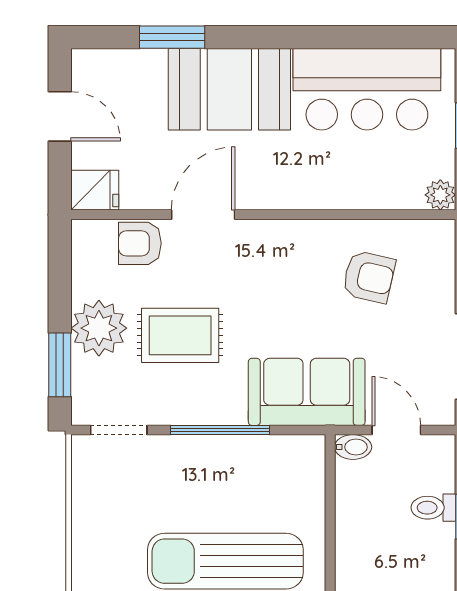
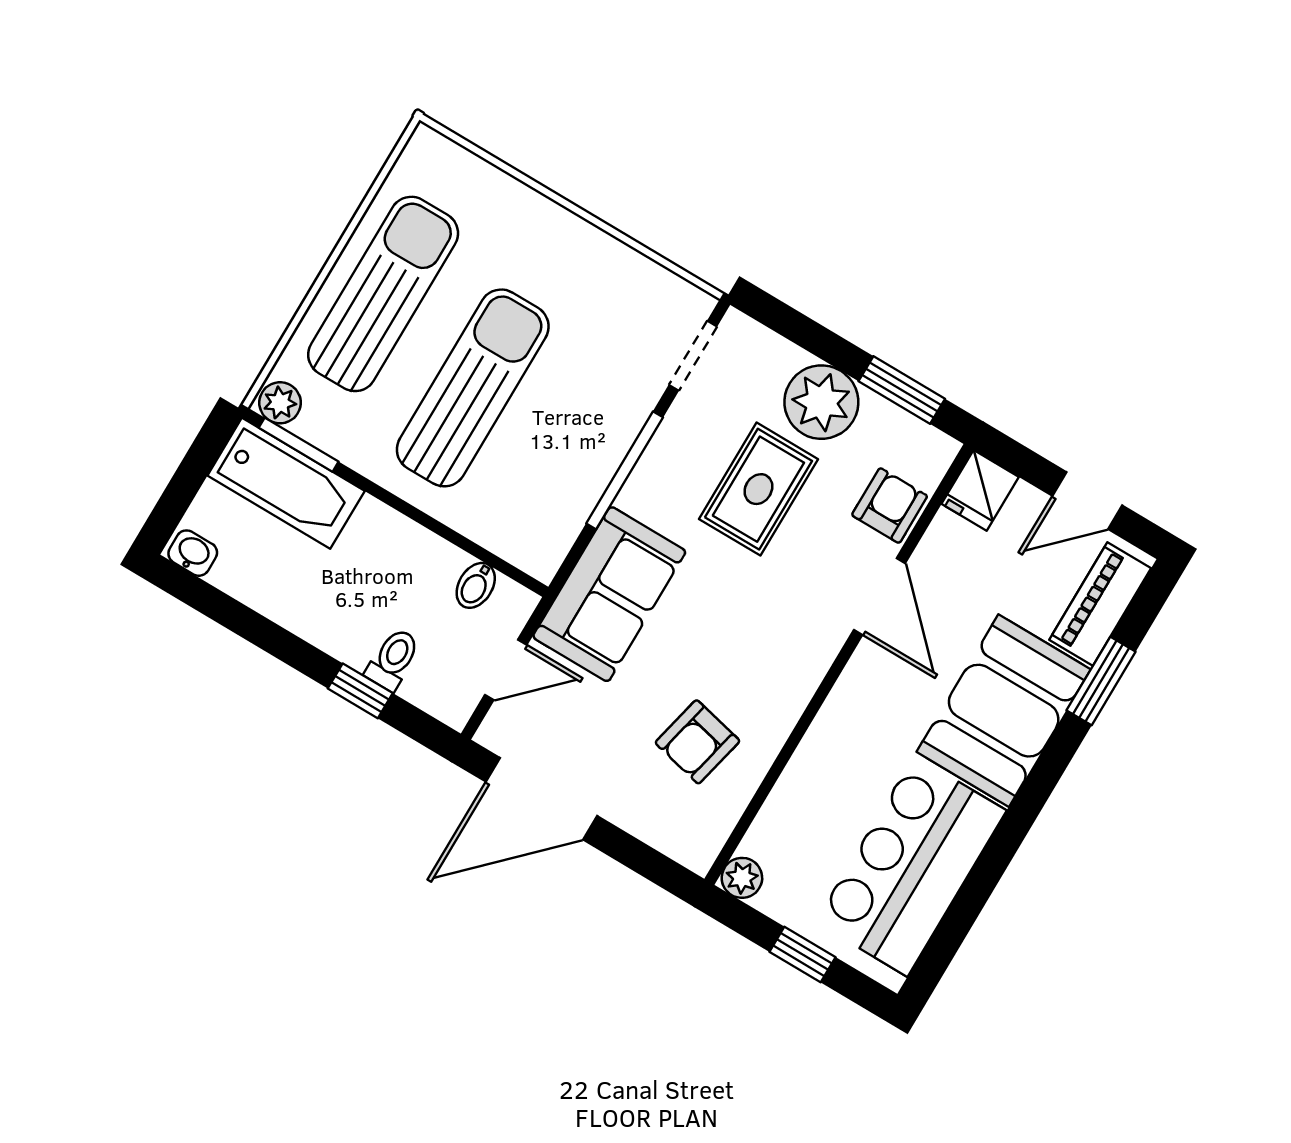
piano: (122, 68) -> (1100, 604), added
window: (60, 365) -> (902, 390), moved
bidet: (353, 447) -> (476, 585), moved

